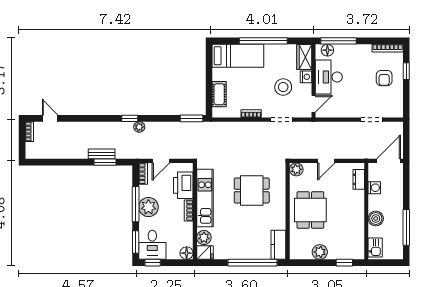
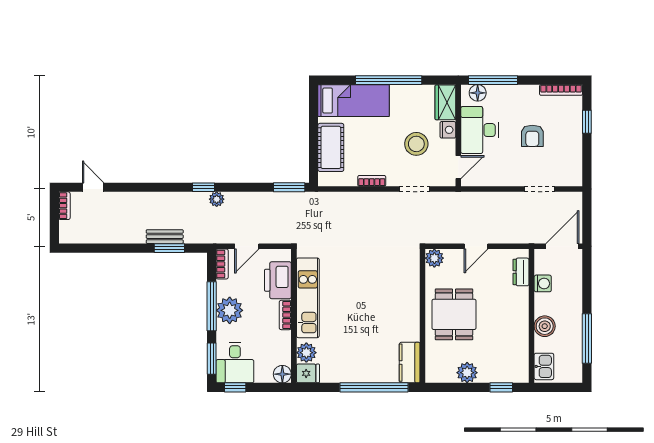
armchair: (384, 78) -> (532, 136), moved
cot: (219, 94) -> (331, 147), width x1.37, depth x1.34
dining table: (252, 190) -> (373, 287), removed

